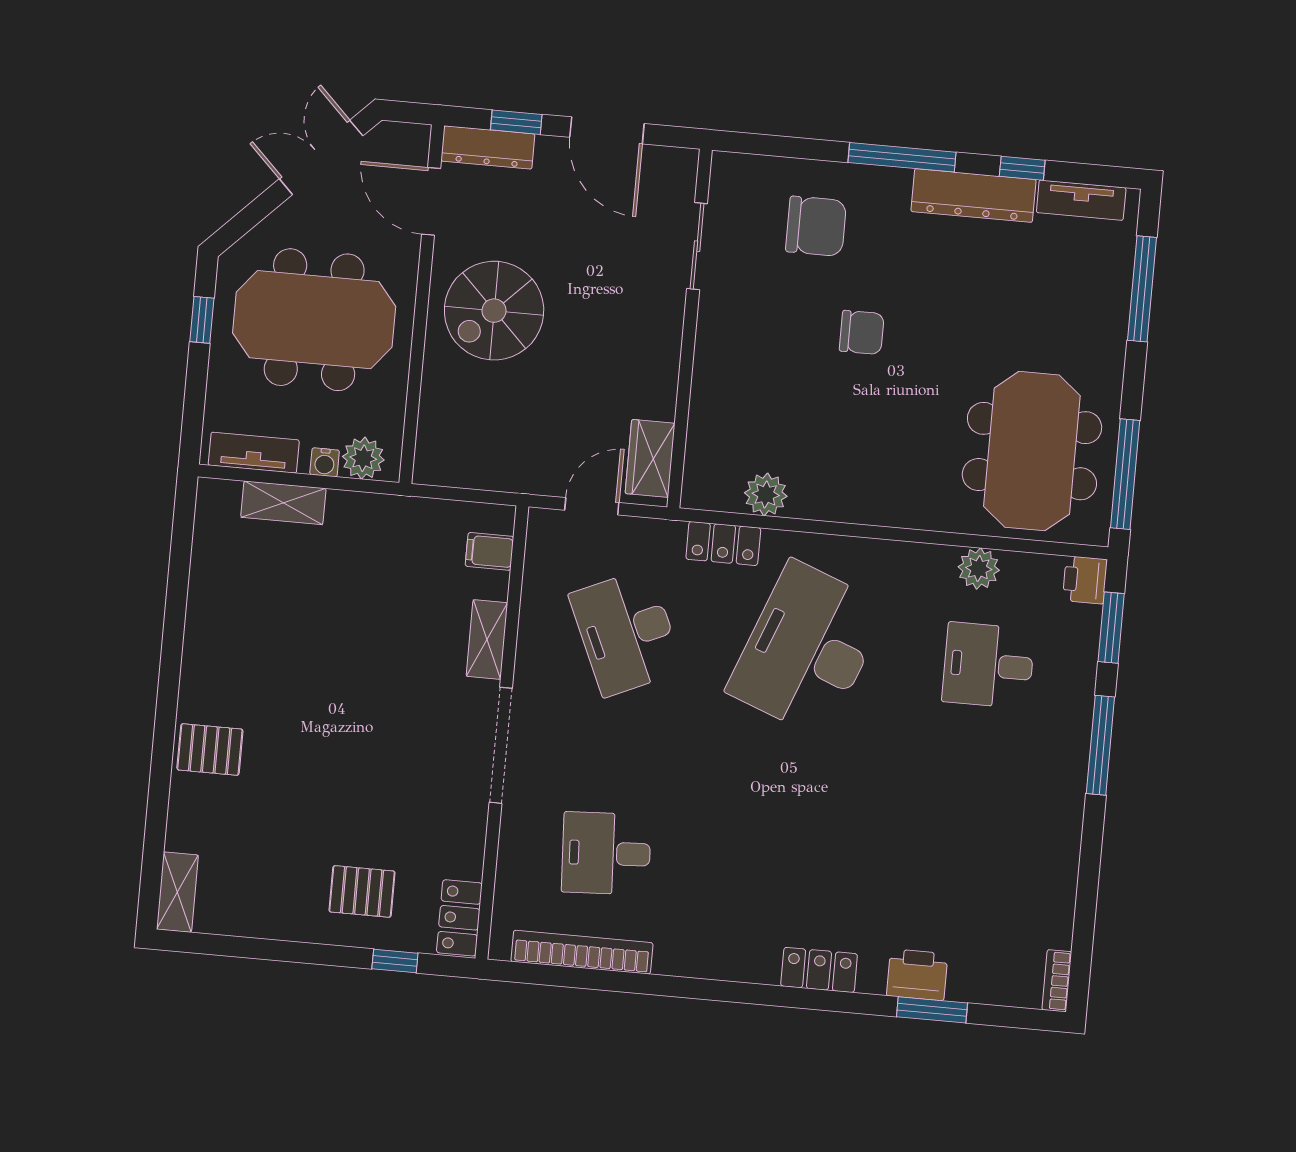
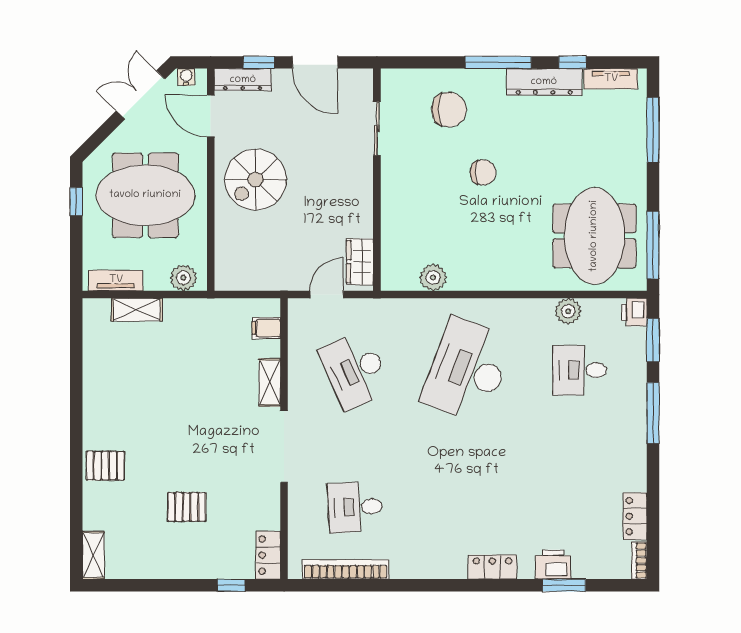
water cooler: (325, 462) -> (186, 77), moved, turned 180
locker: (723, 544) -> (635, 516), moved, turned 90
pallet: (362, 891) -> (187, 507), moved

